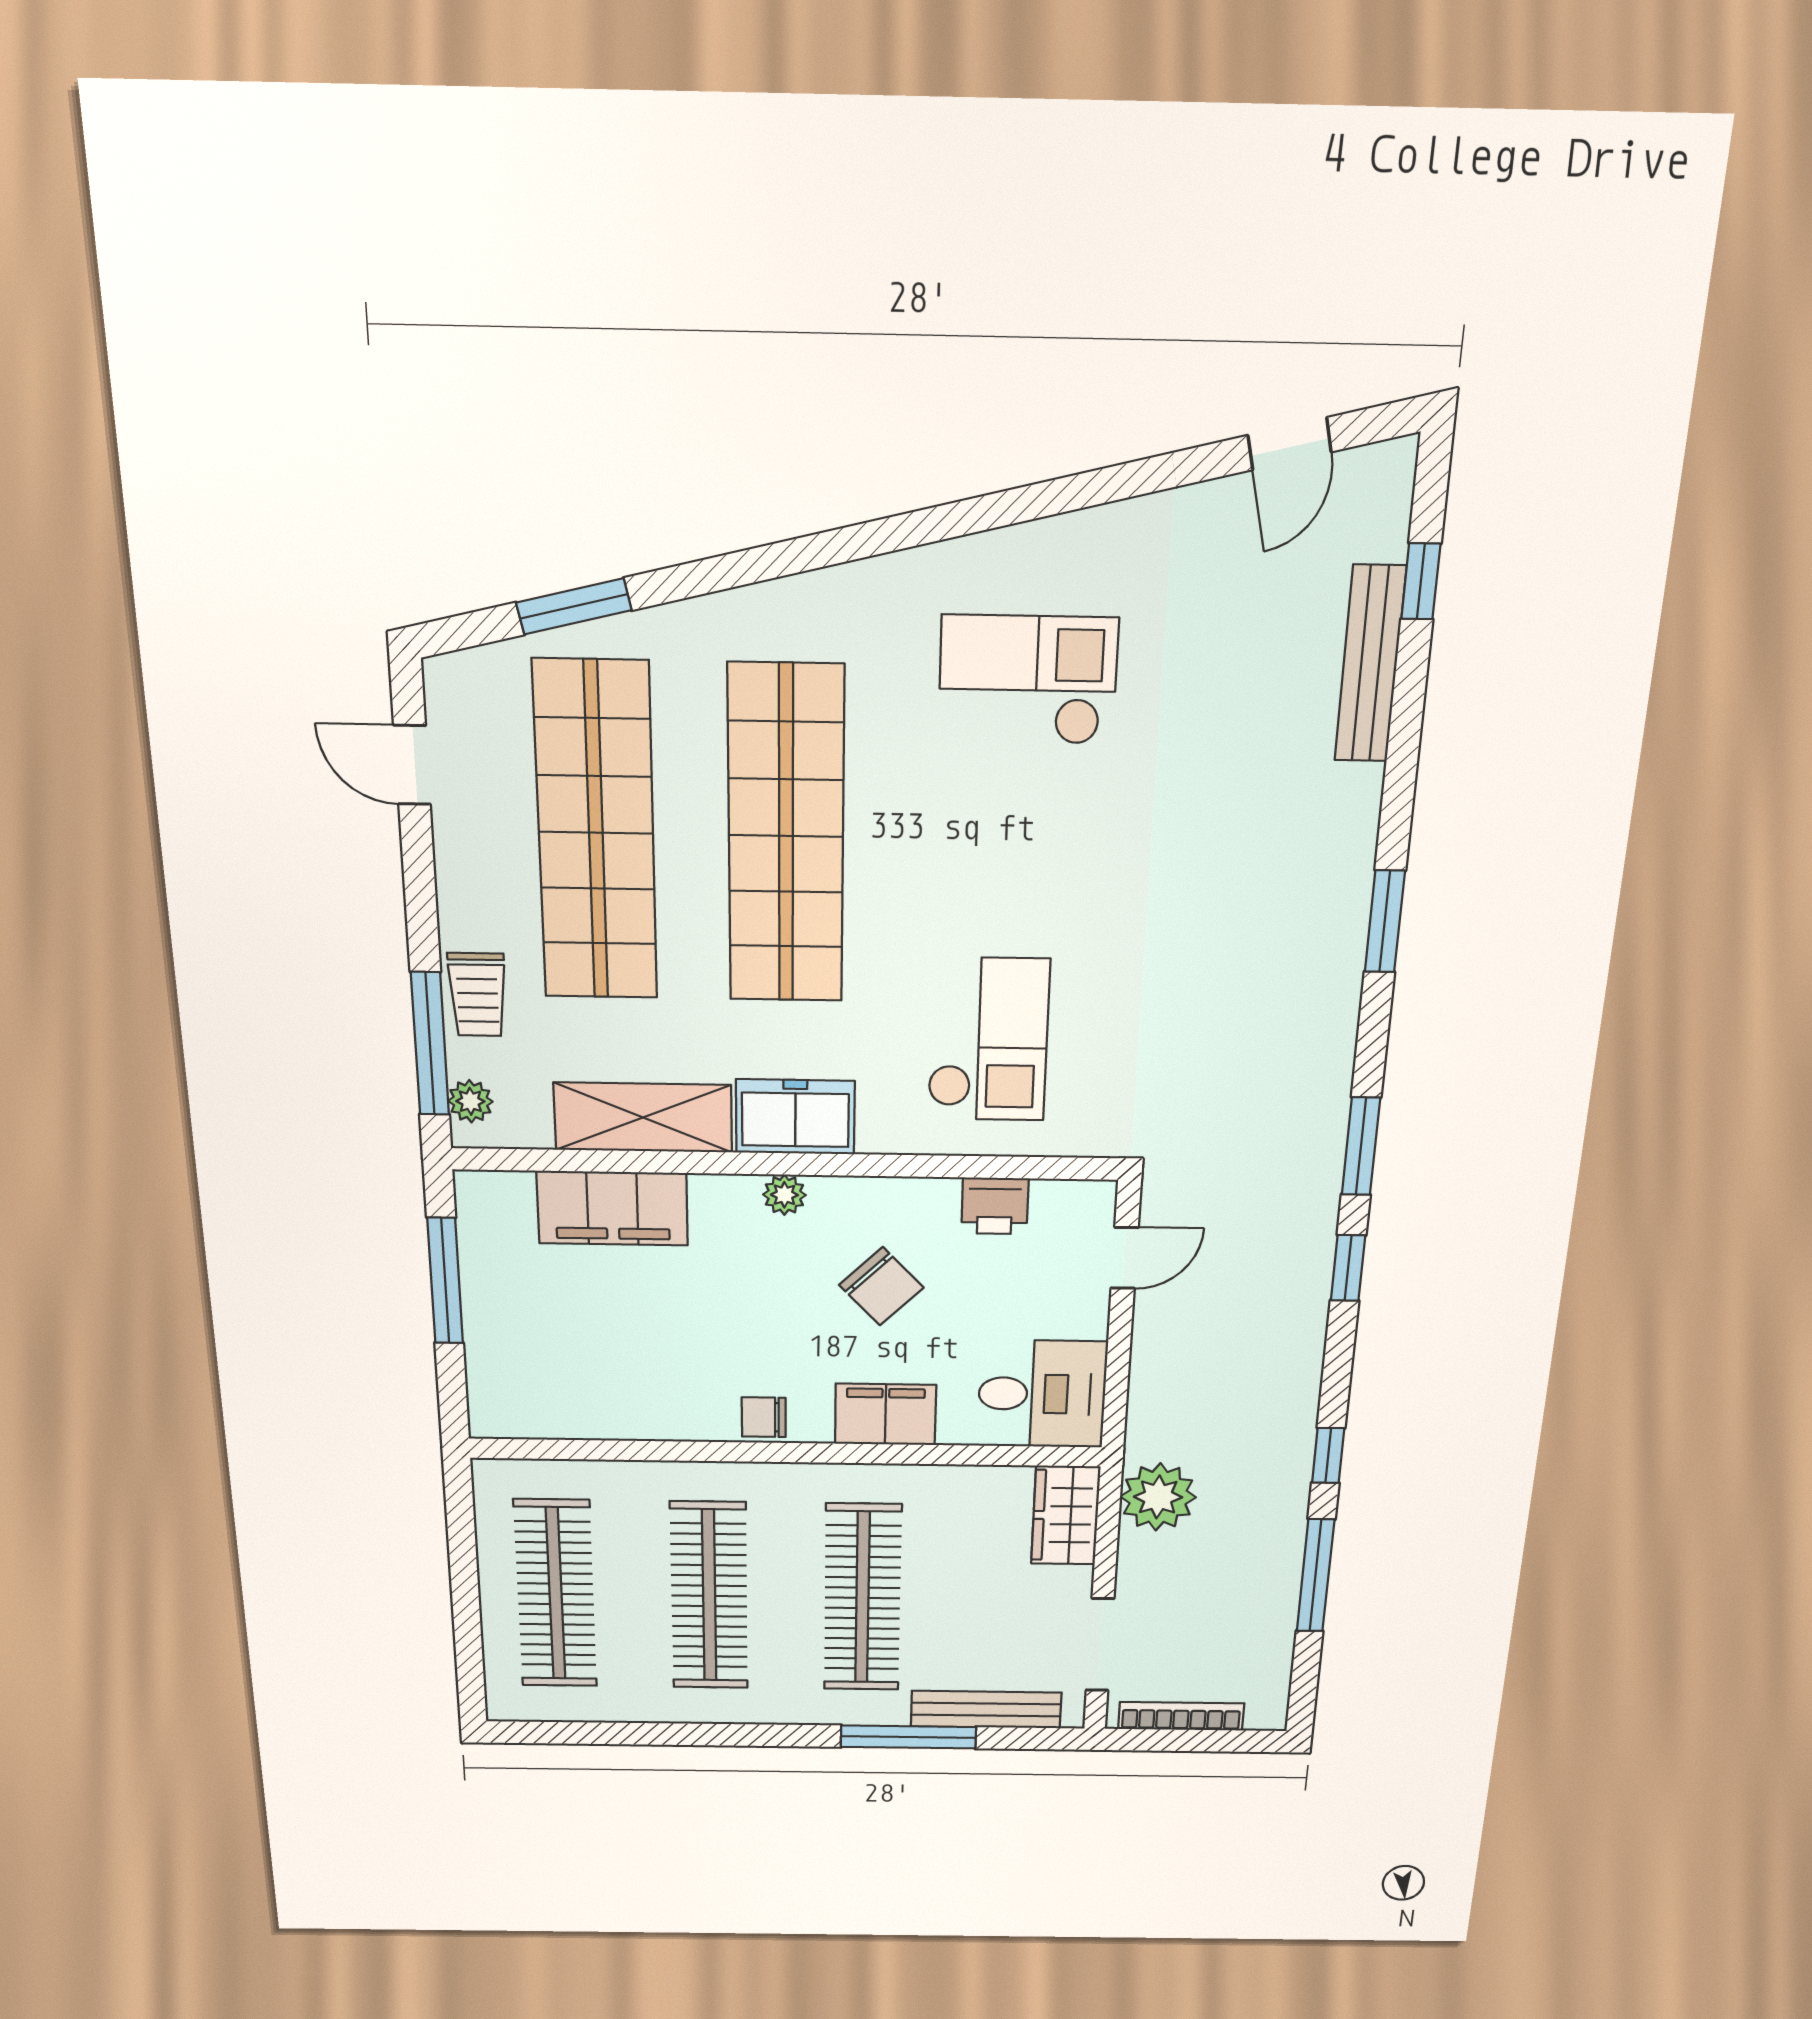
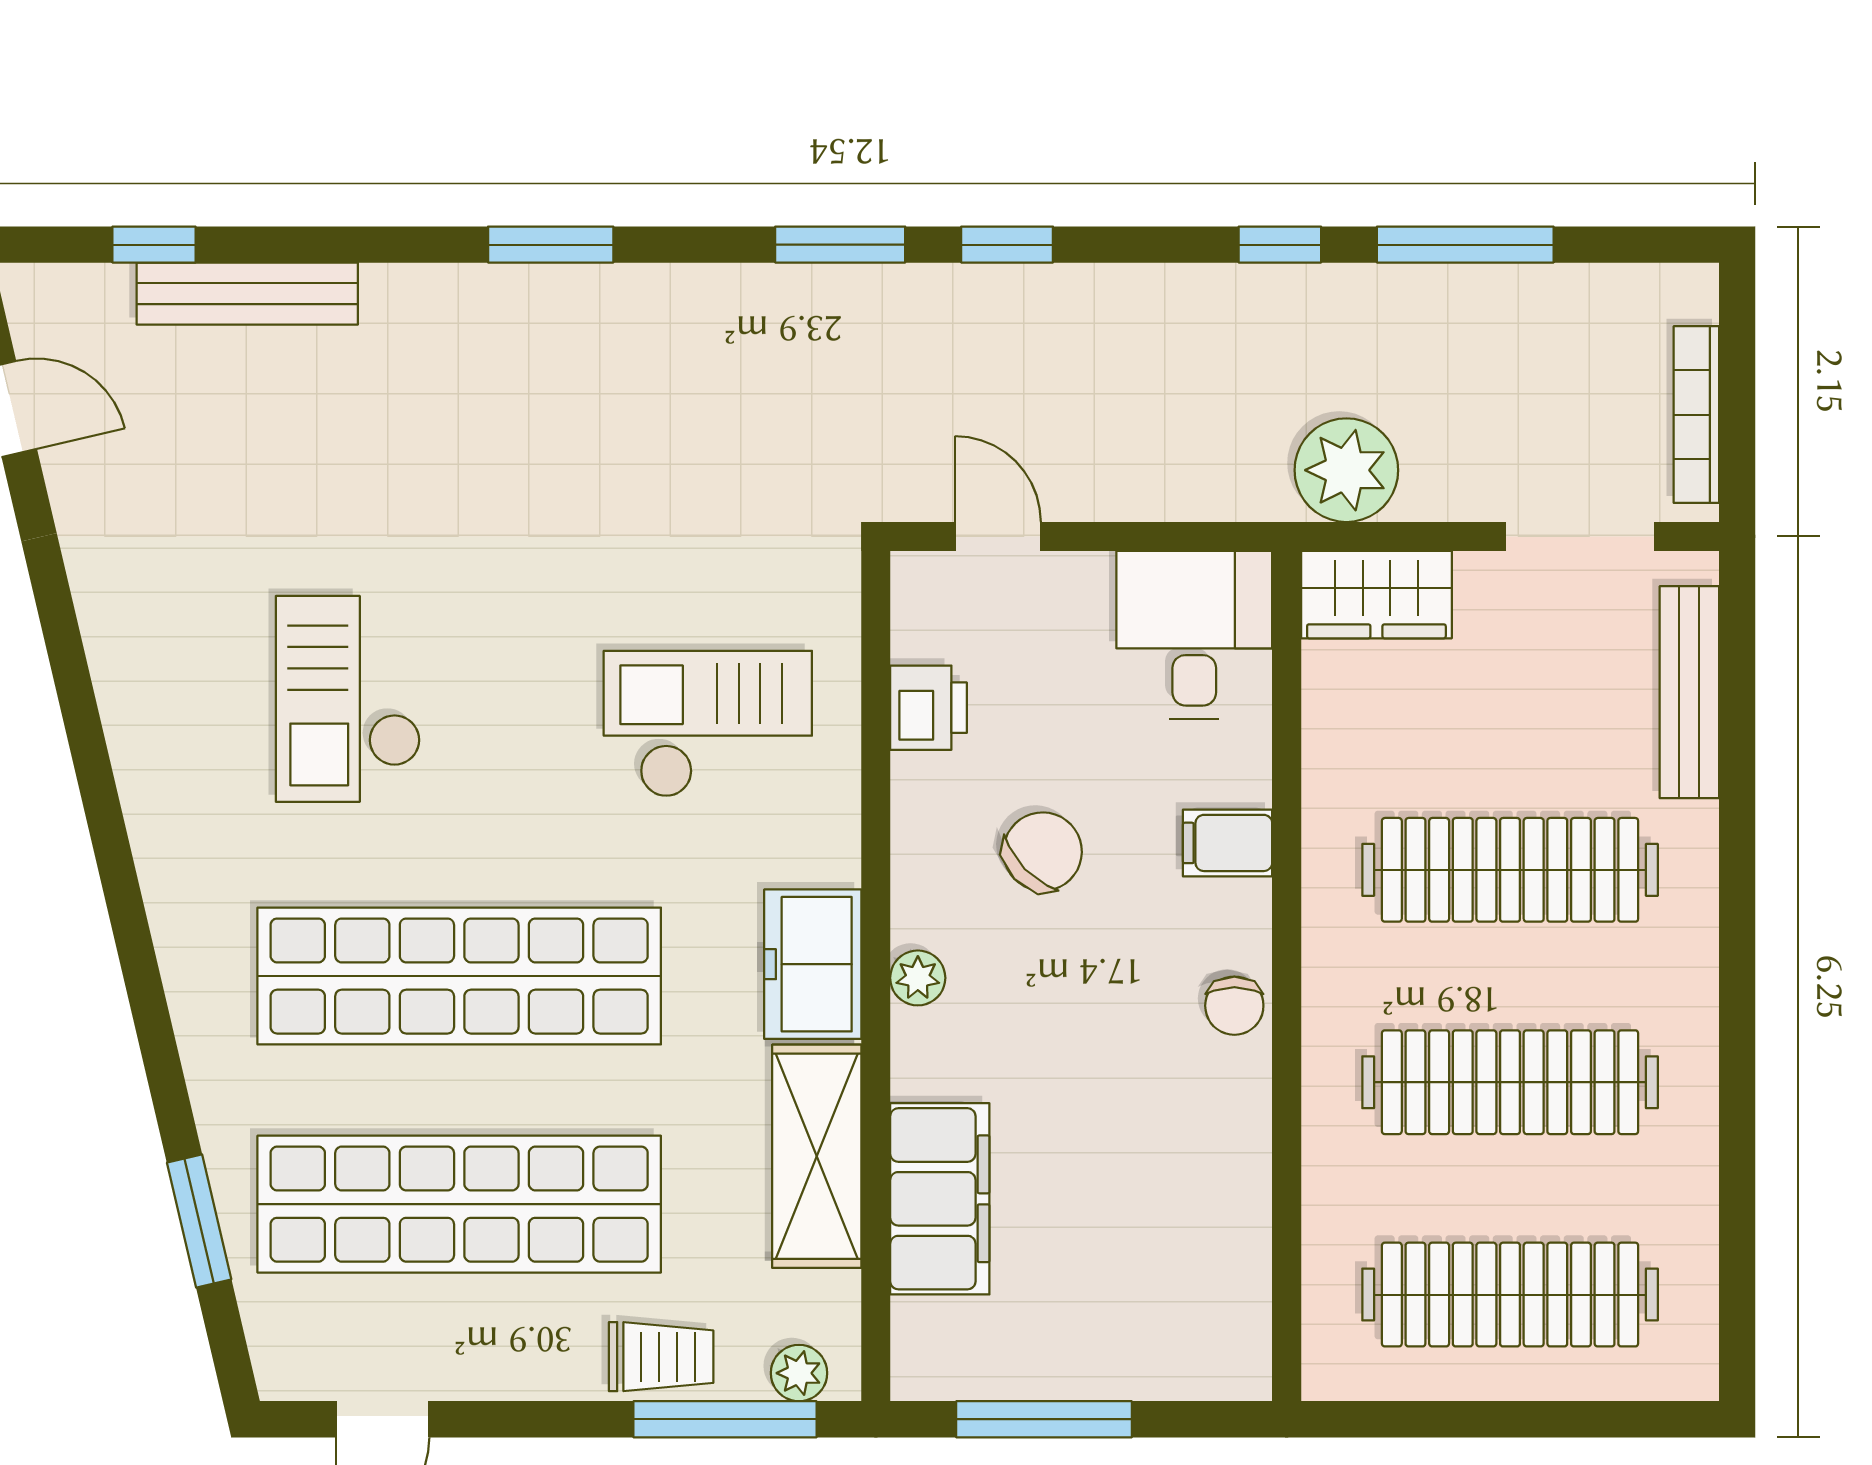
checkout: (1028, 680) -> (348, 699), moved
filing cabinet: (885, 1414) -> (1228, 843), width x0.50
window: (908, 1737) -> (1737, 801), removed

